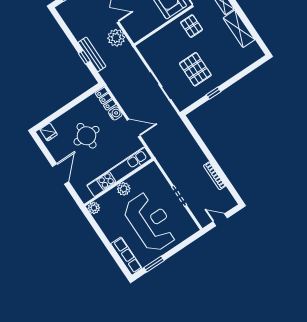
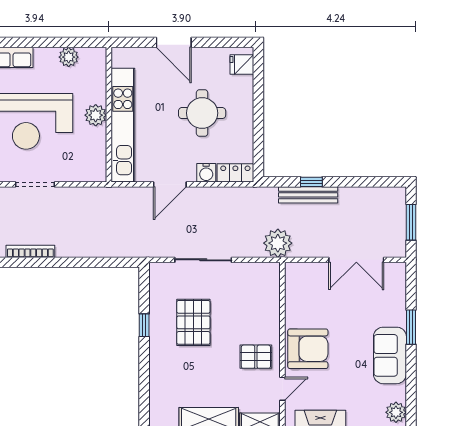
plant: (116, 38) -> (278, 243), moved
pallet: (195, 69) -> (193, 322), turned 90
plant: (94, 208) -> (69, 57), moved

